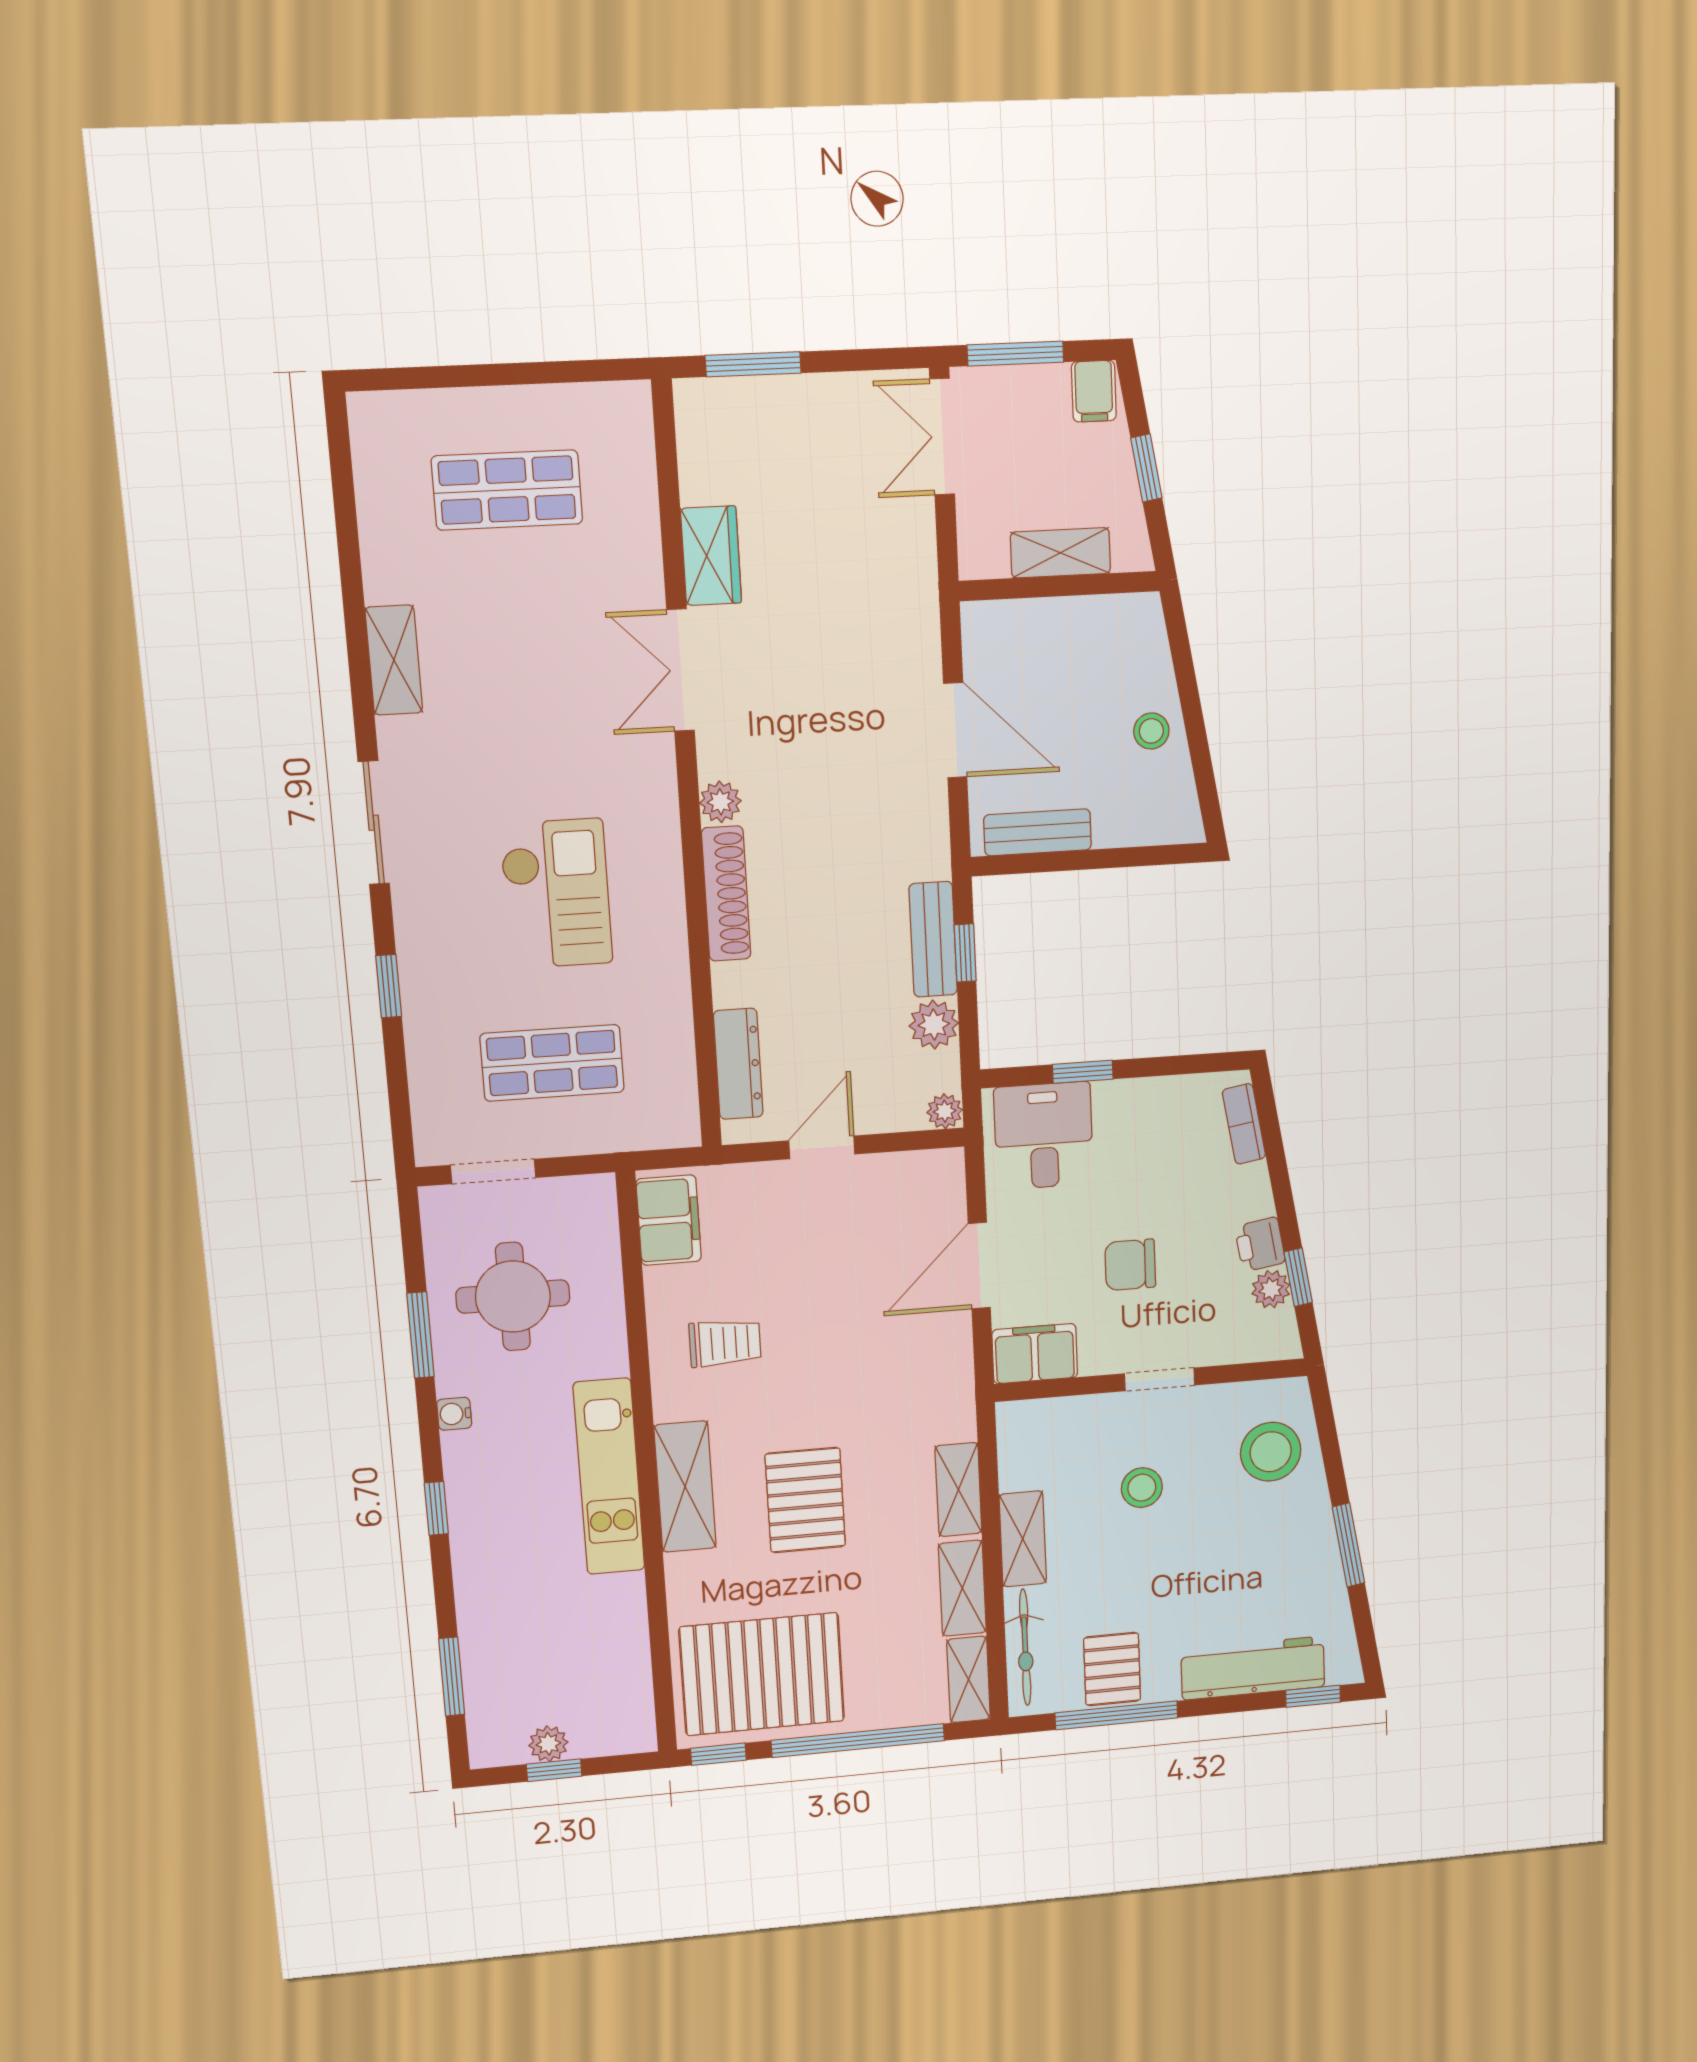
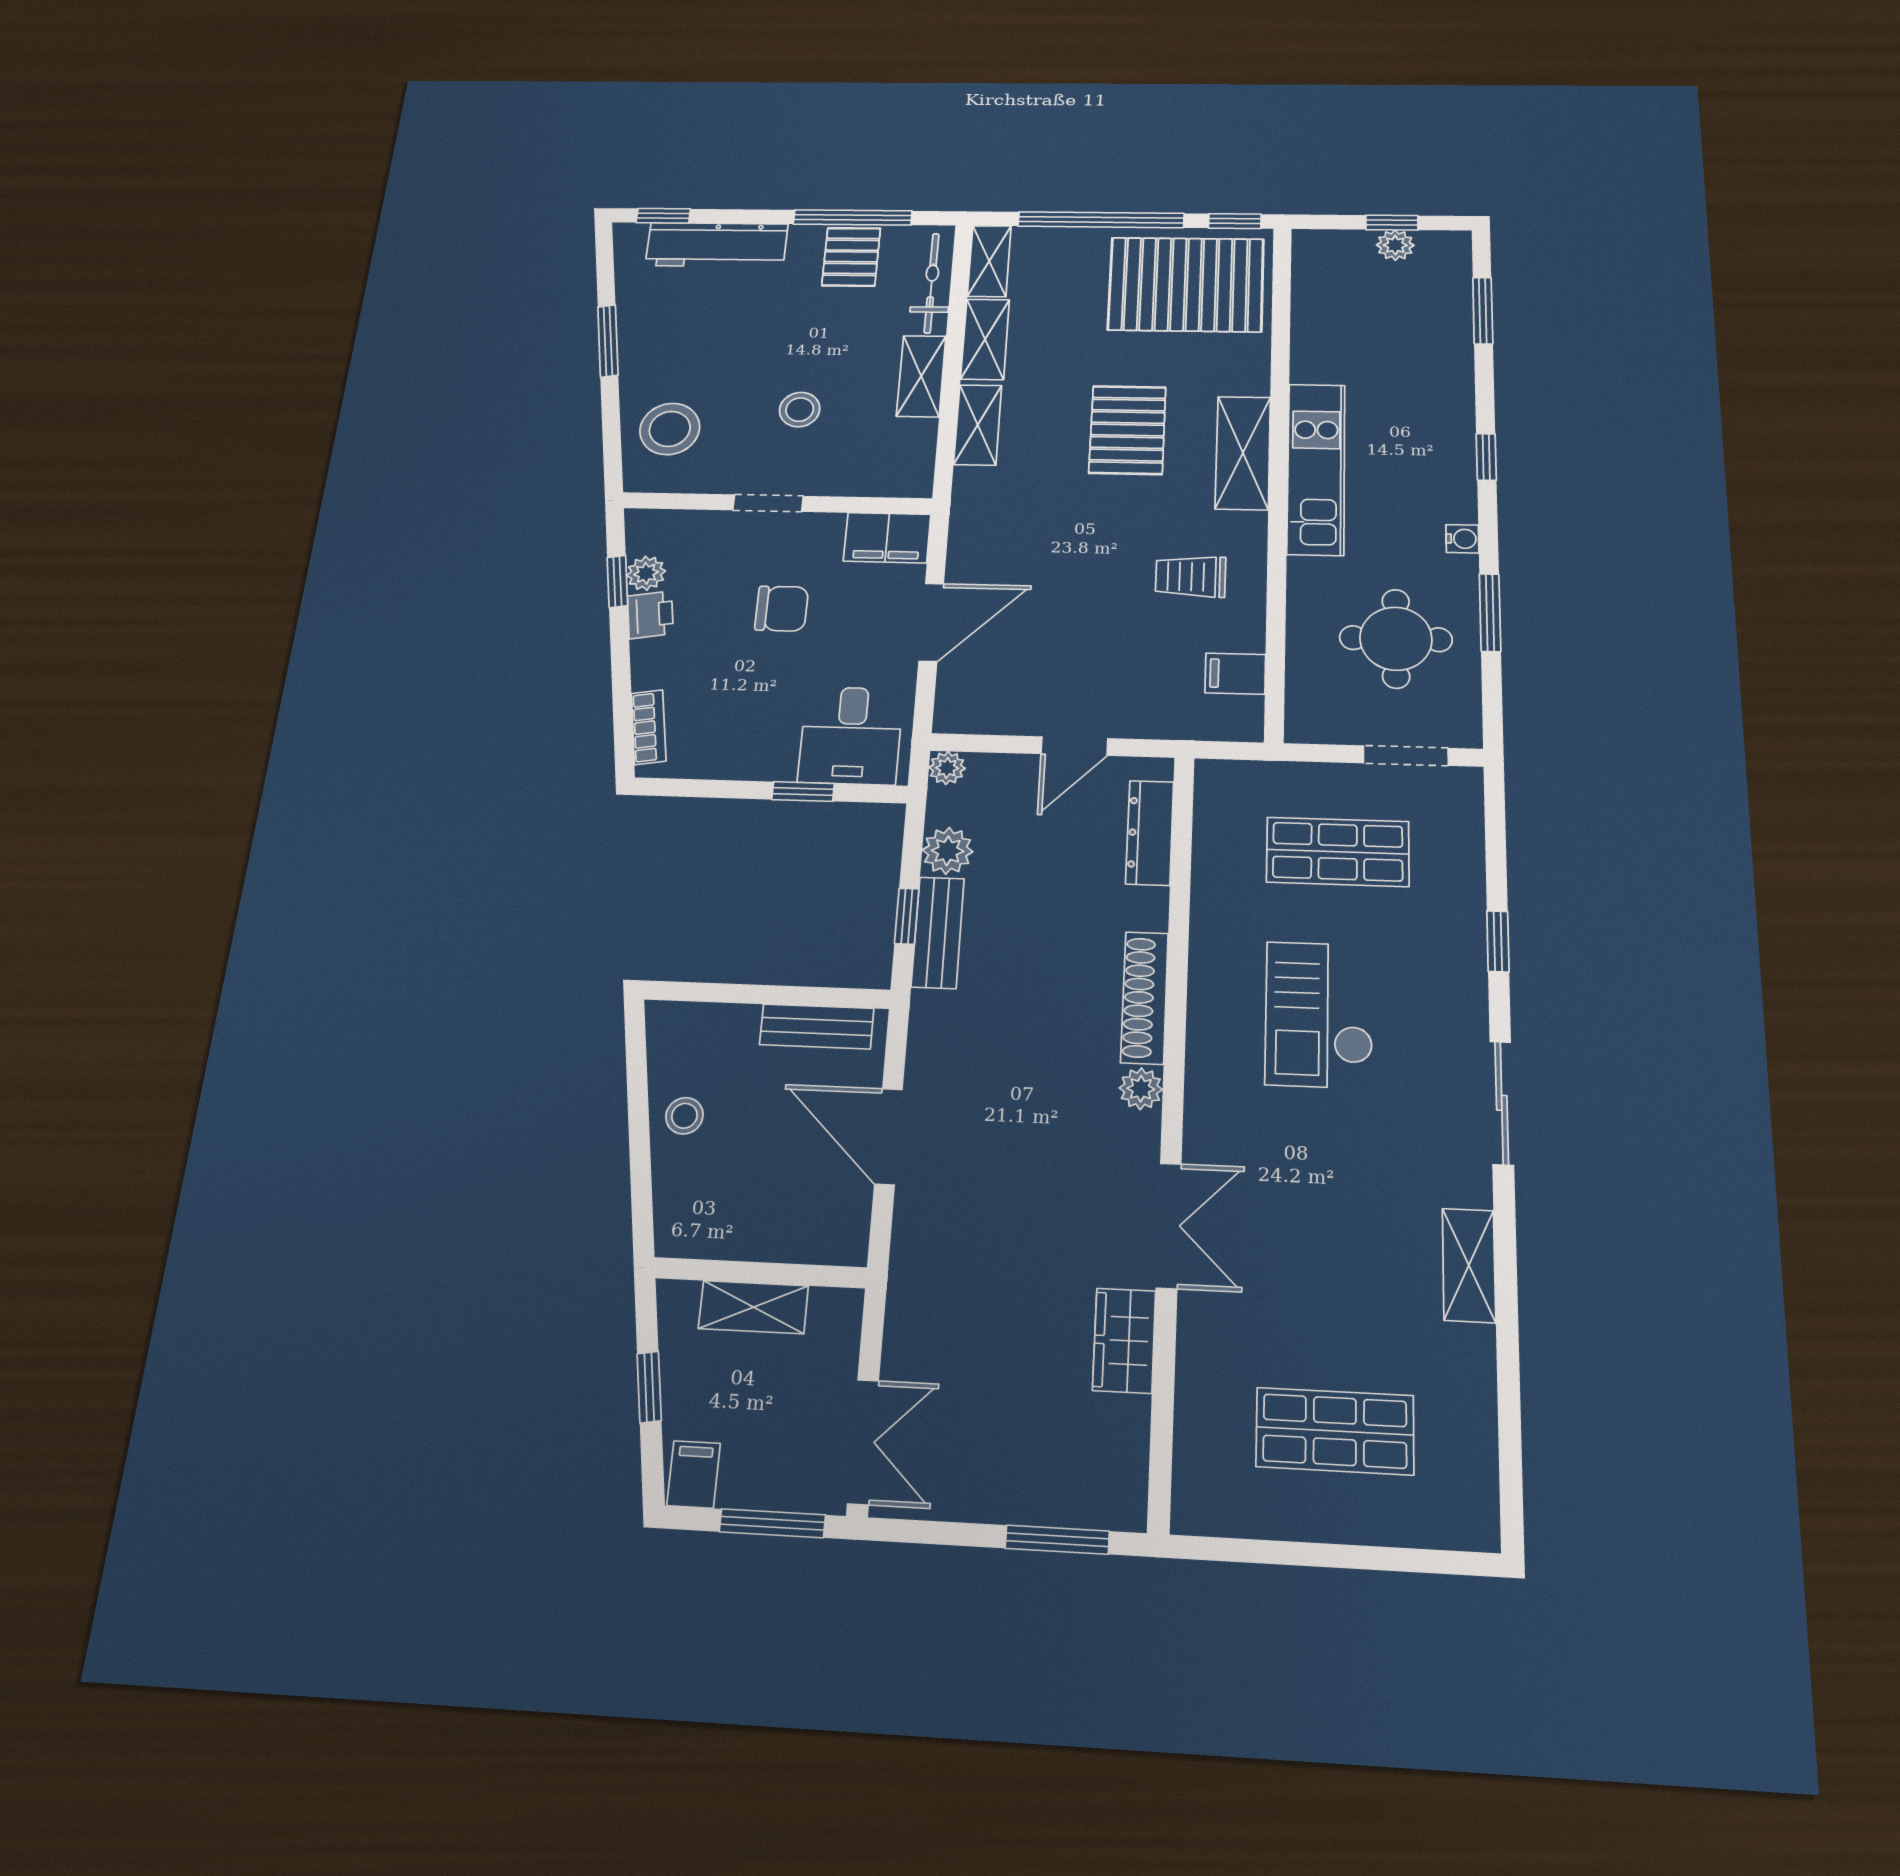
filing cabinet: (669, 1220) -> (1235, 674), width x0.50

